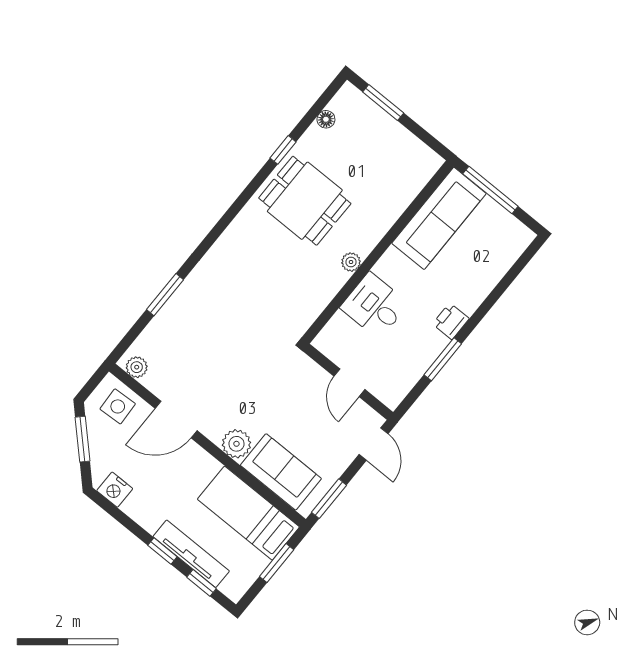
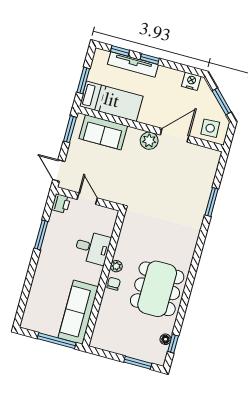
window: (283, 150) -> (173, 344), moved
dining table: (305, 201) -> (157, 289), width x1.38
chair: (367, 237) -> (114, 284), added
printer: (451, 321) -> (61, 203), moved
plant: (137, 367) -> (209, 155), removed
plant: (236, 444) -> (149, 141), moved

